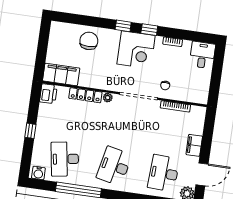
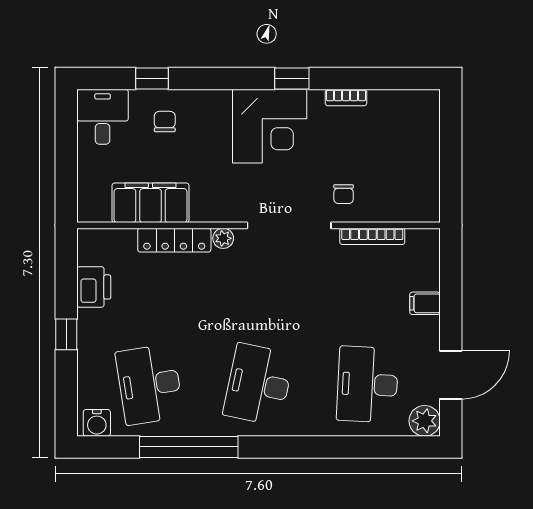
window: (123, 26) -> (152, 79), moved
chair: (89, 41) -> (165, 122), width x0.54, depth x0.54
desk: (202, 55) -> (103, 117), moved
filing cabinet: (61, 74) -> (151, 203), moved
printer: (48, 94) -> (94, 287), moved
filing cabinet: (194, 145) -> (425, 303), width x0.50

